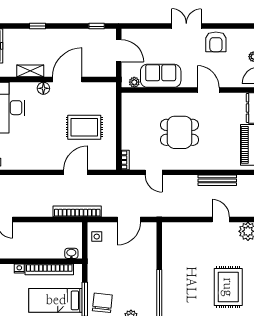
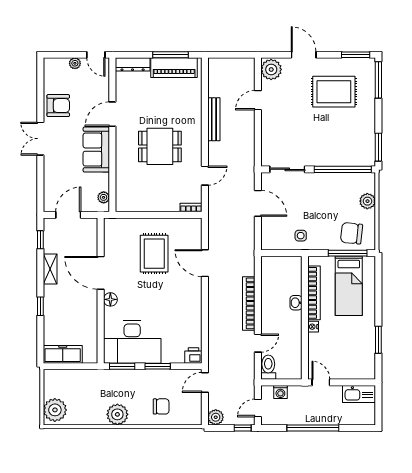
shelving: (30, 71) -> (50, 269), moved
sofa: (161, 76) -> (96, 150), moved
dining table: (180, 132) -> (160, 146), turned 90
bench: (217, 180) -> (214, 119), moved
bookcase: (77, 211) -> (249, 303), moved
side table: (97, 237) -> (301, 236), moved
sliding door: (159, 246) -> (287, 169), added
washbasin: (71, 253) -> (296, 303), moved

